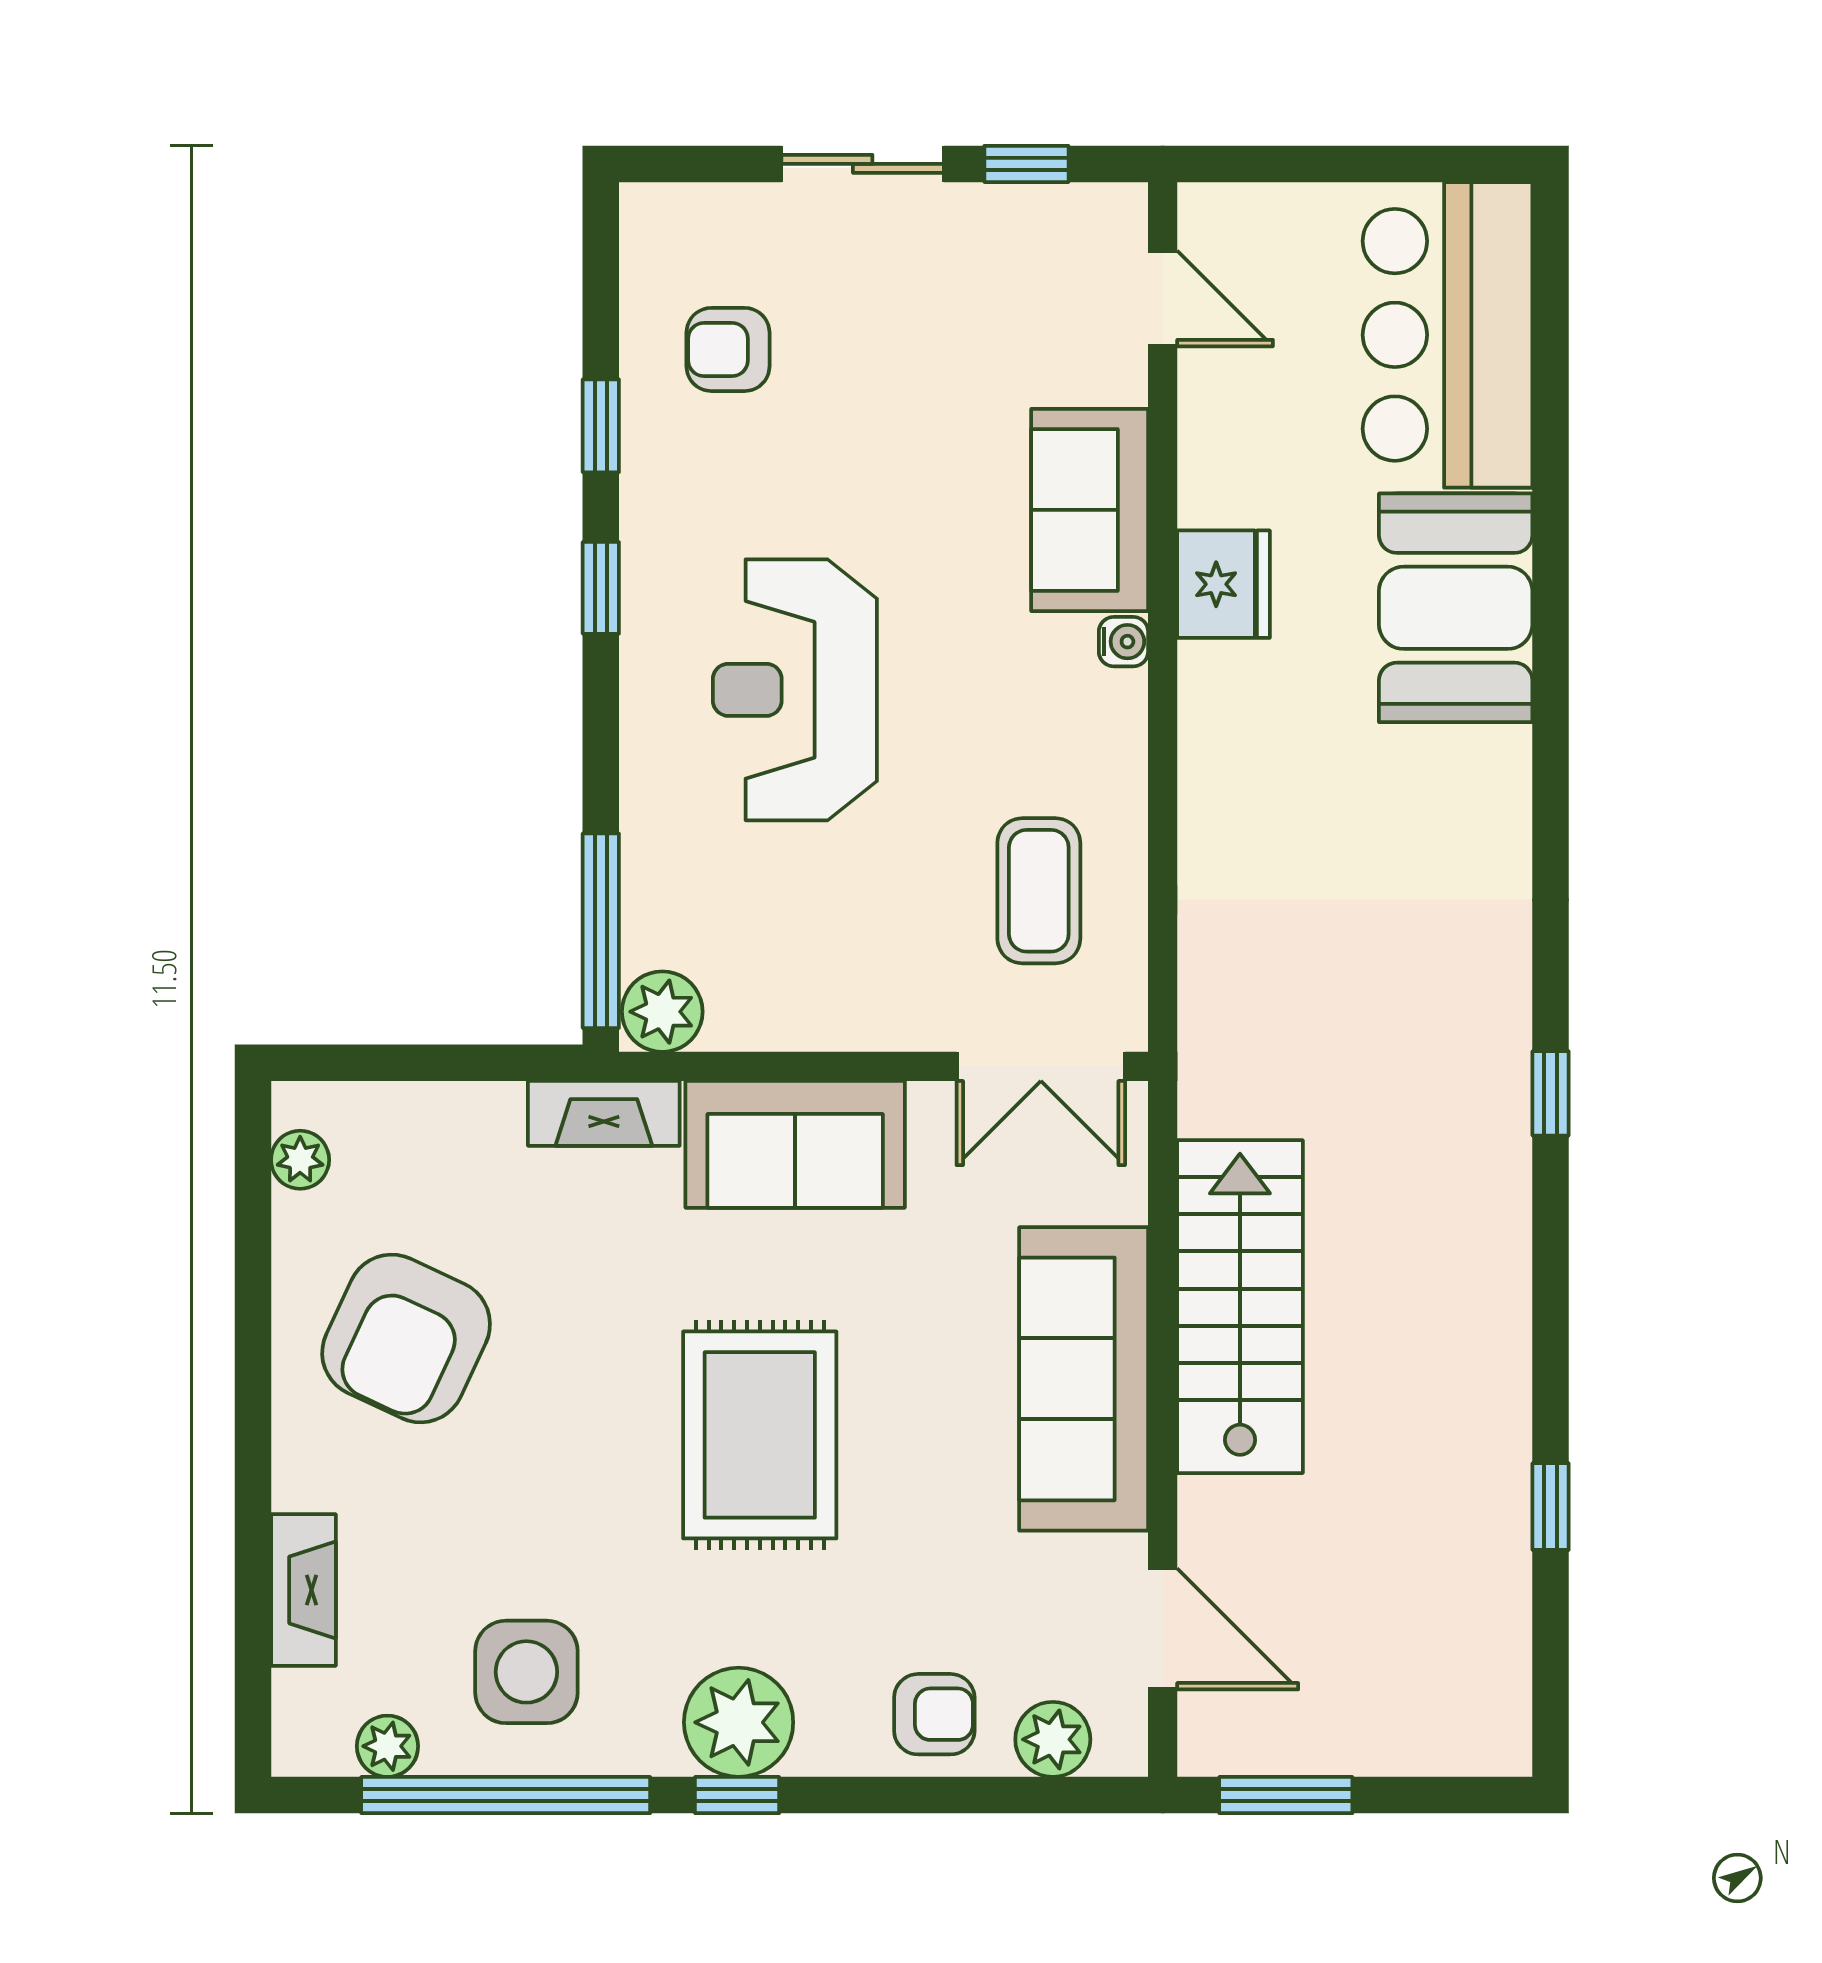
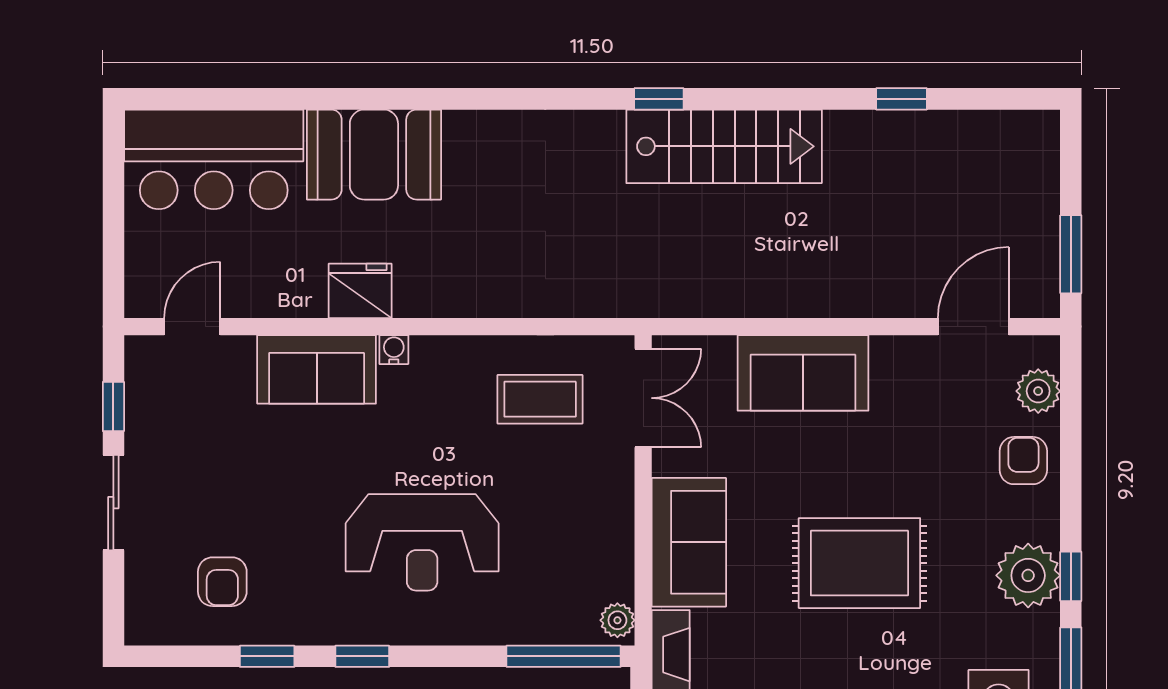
plant: (662, 1012) -> (617, 620), width x0.73, depth x0.73
stairs: (1240, 1307) -> (724, 146), moved, turned 180
sofa: (1084, 1379) -> (803, 373), width x0.73

